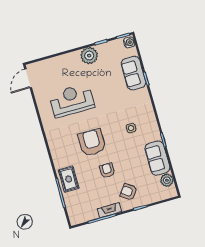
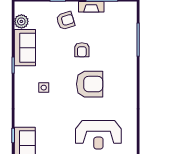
armchair: (92, 142) -> (90, 84), turned -90
rug: (69, 179) -> (125, 52), removed
armchair: (129, 192) -> (66, 21), turned -53

